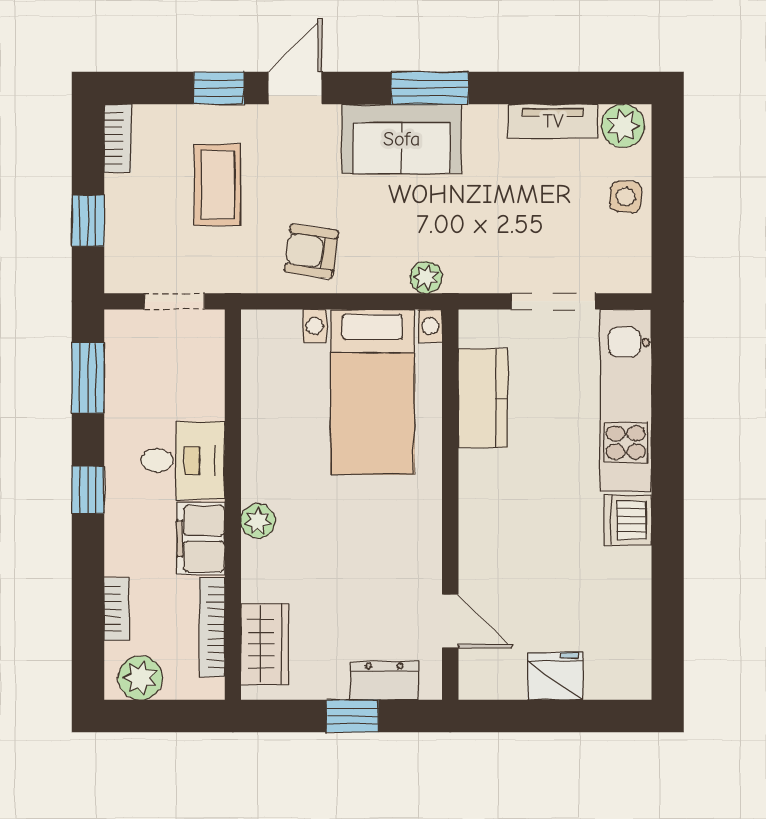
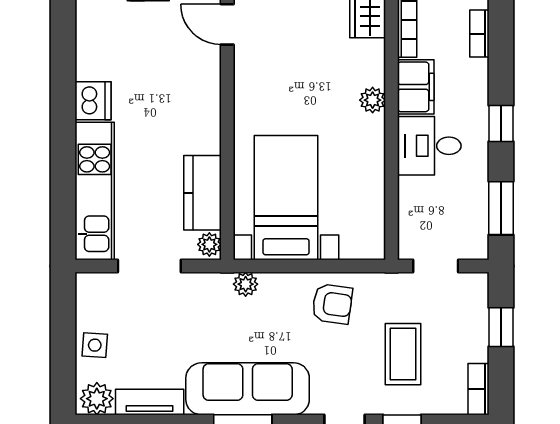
sofa: (402, 139) -> (248, 389), width x1.36
plant: (474, 330) -> (209, 244), added

